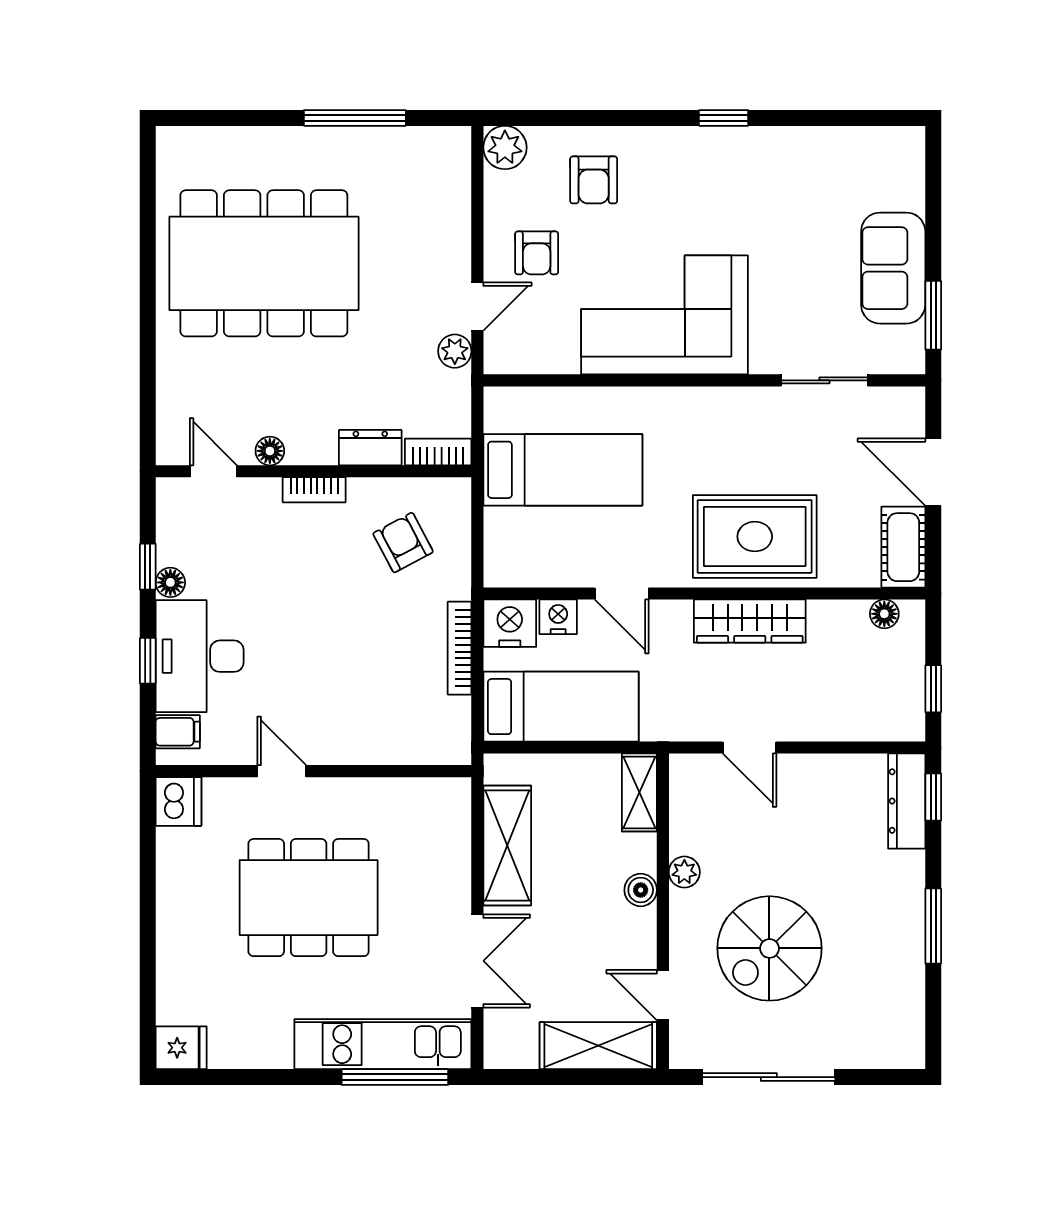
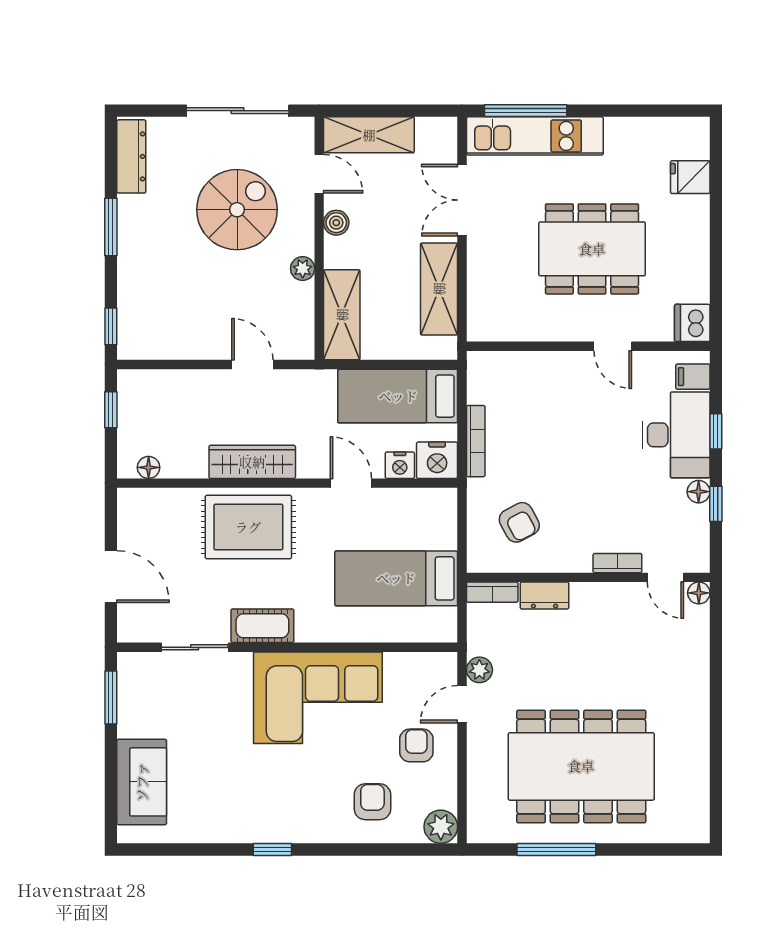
dining table: (264, 263) -> (581, 766), moved
sofa: (893, 268) -> (142, 782), moved
floor lamp: (270, 451) -> (699, 593), moved
bookcase: (314, 490) -> (617, 563), moved
cot: (903, 547) -> (262, 626), moved, turned 90
shelving: (639, 792) -> (342, 315), width x1.50, depth x1.33
dresser: (907, 801) -> (131, 156), moved
boiler: (641, 890) -> (336, 223), moved
fridge: (181, 1048) -> (690, 177), moved

